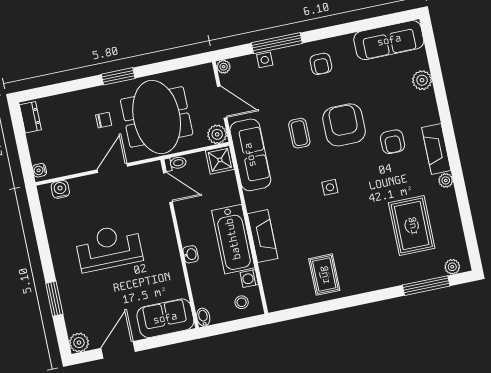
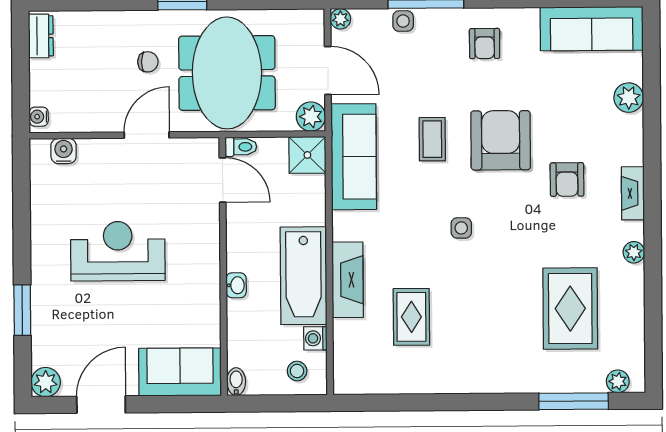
fireplace: (436, 149) -> (633, 193), width x0.73, depth x0.76
rug: (324, 275) -> (411, 317), moved

